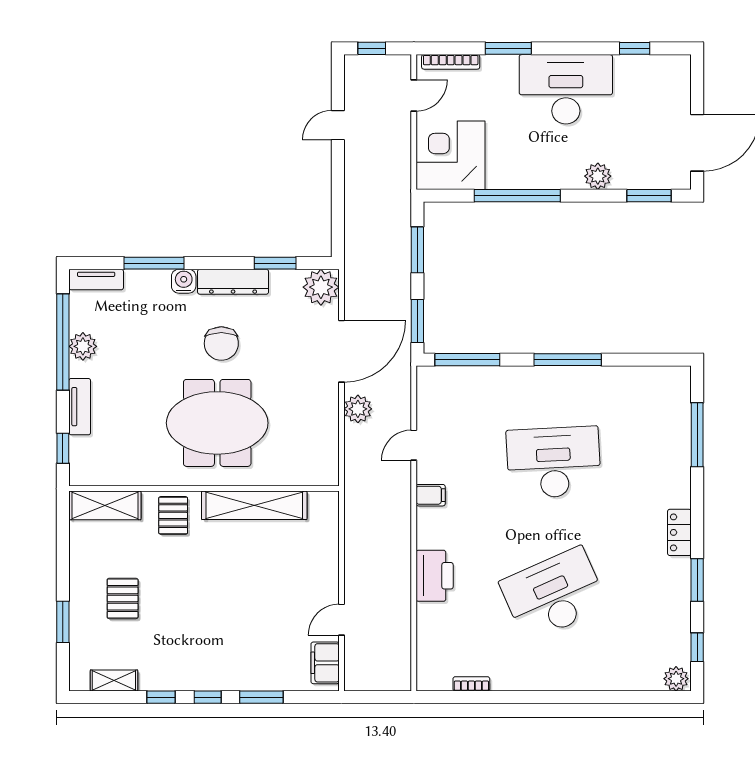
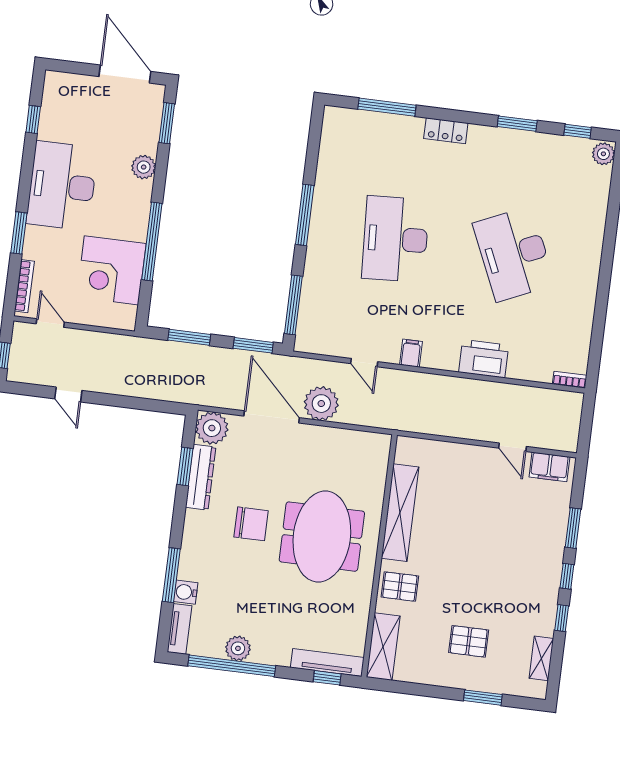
corner desk: (451, 155) -> (111, 270), moved
water cooler: (184, 281) -> (186, 592), moved
dresser: (233, 282) -> (201, 477), moved
tv unit: (80, 407) -> (327, 663), moved, width x1.41
plant: (358, 409) -> (321, 404), width x1.36, depth x1.36
locker: (679, 532) -> (446, 131), moved
bookcase: (471, 684) -> (570, 380), moved, turned 90

